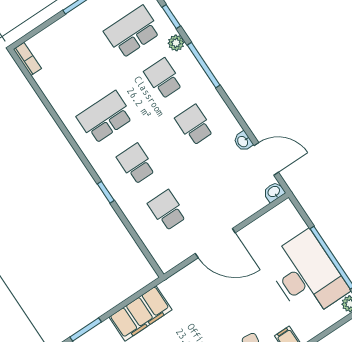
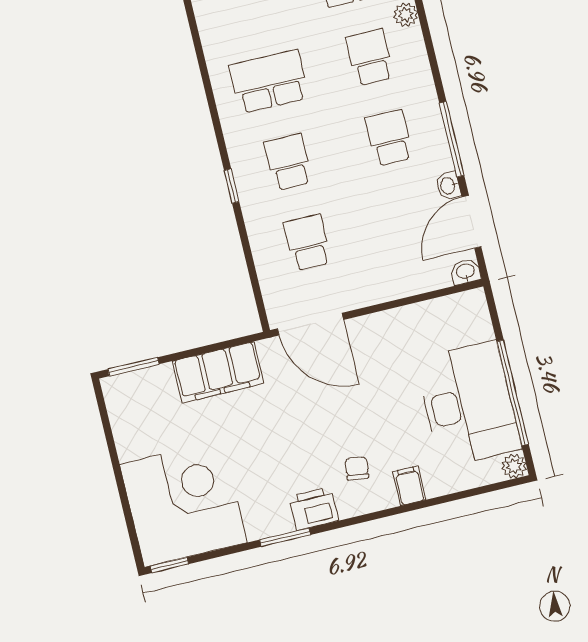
window: (204, 65) -> (452, 139), moved
door: (266, 159) -> (472, 222), swing flipped
door: (215, 243) -> (311, 324), moved

